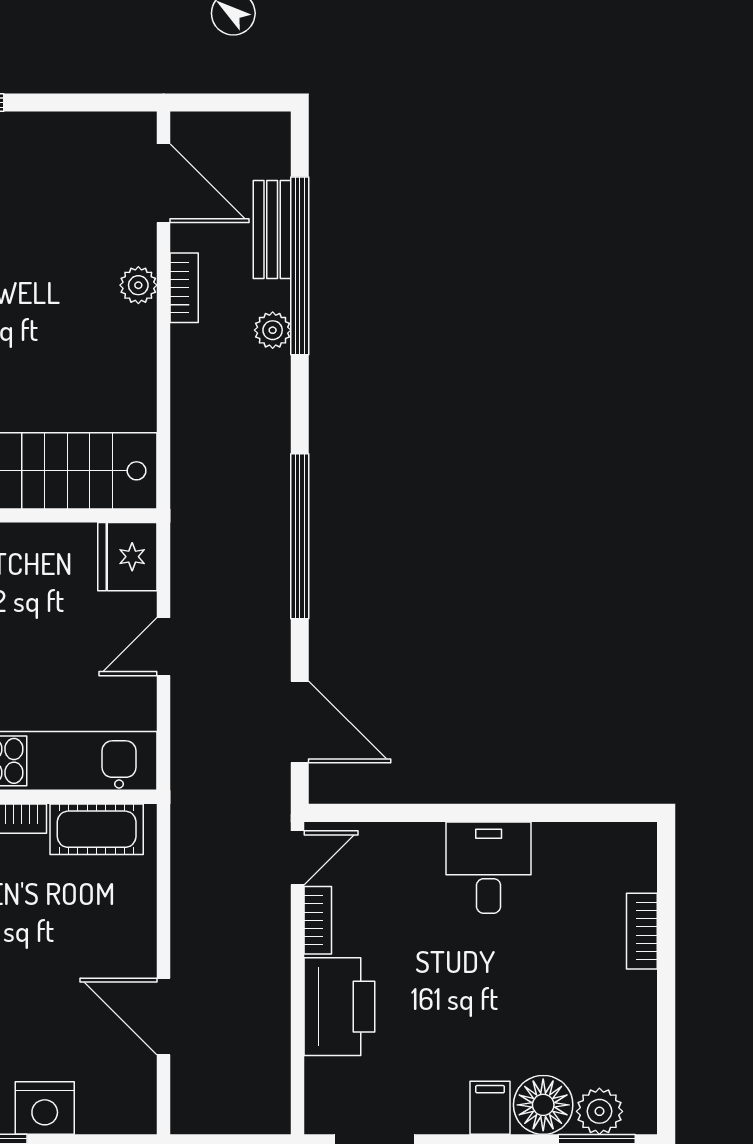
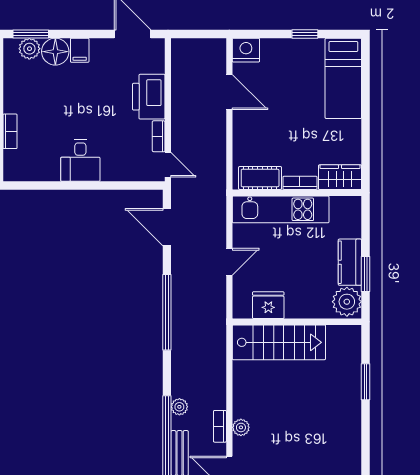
fridge: (127, 557) -> (268, 305), moved, turned -90
door: (298, 858) -> (168, 165), swing flipped
nightstand: (45, 1108) -> (246, 50), moved

